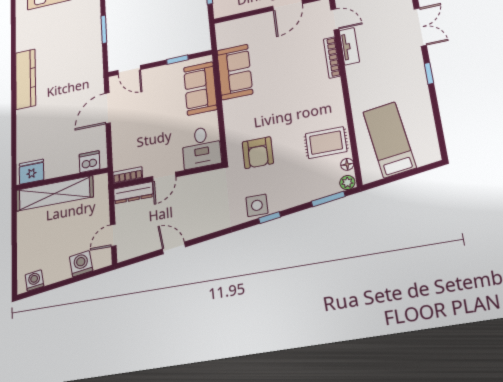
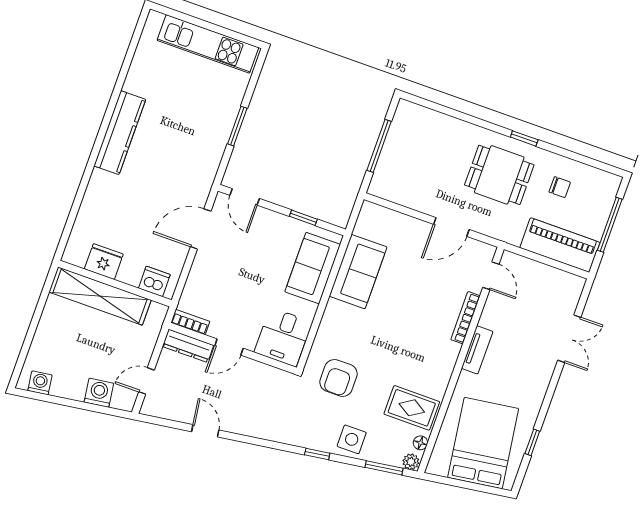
tv unit: (349, 46) -> (477, 350), moved
window: (429, 73) -> (532, 442), moved
bed: (389, 140) -> (483, 443), width x1.50
fridge: (31, 172) -> (104, 262), moved
side table: (257, 205) -> (352, 439), moved

